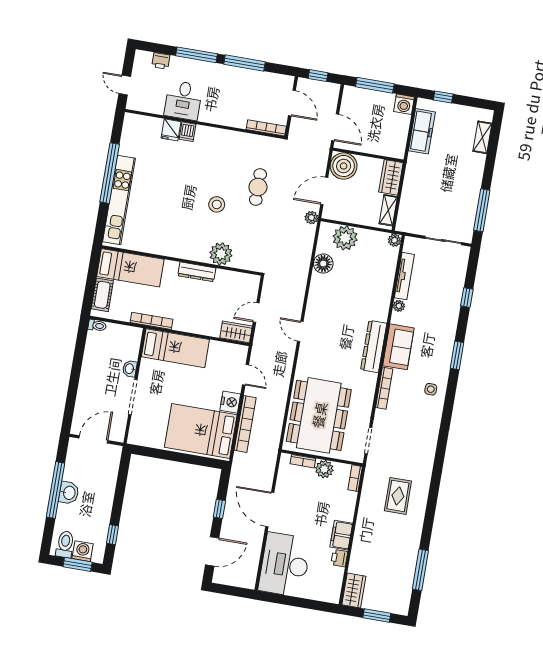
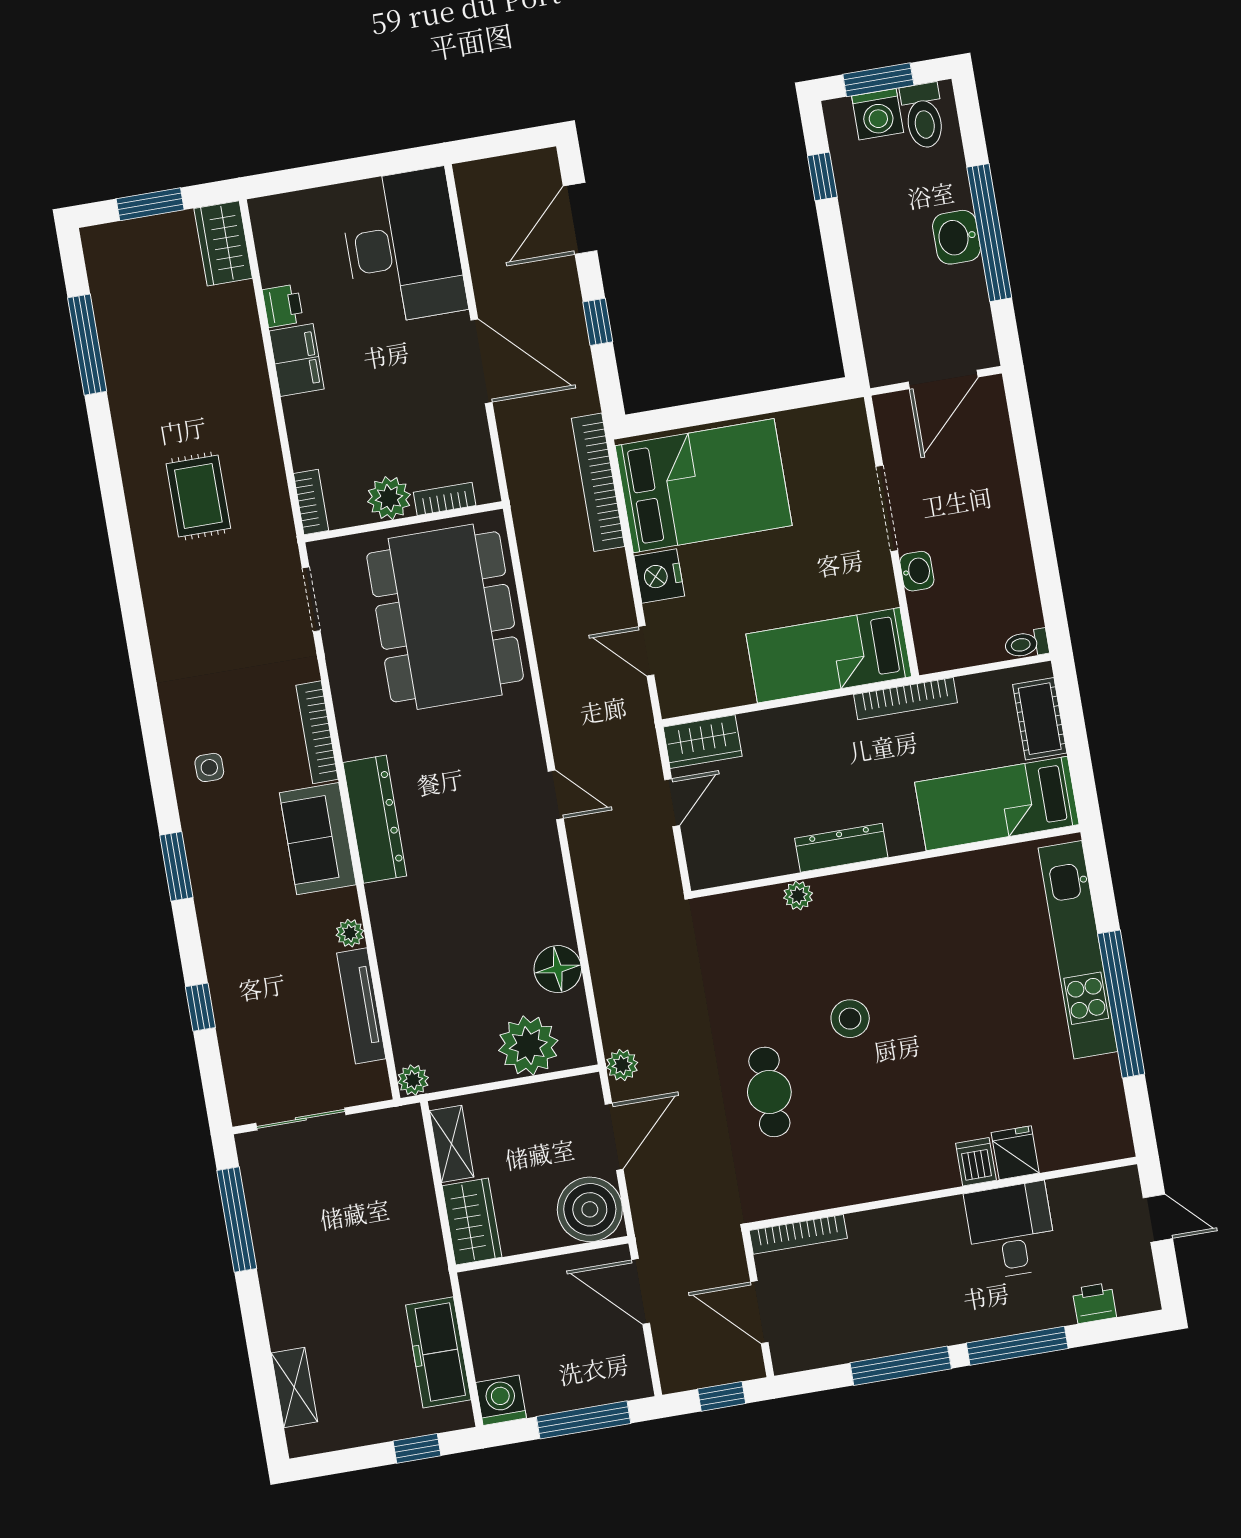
plant: (221, 254) -> (798, 895), width x0.53, depth x0.53
bookcase: (245, 424) -> (598, 482), moved

